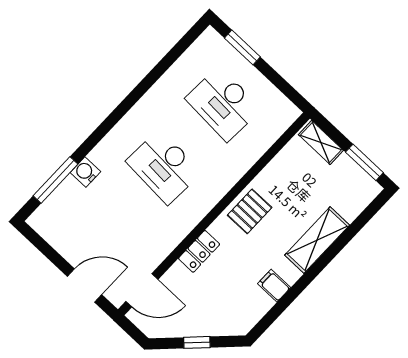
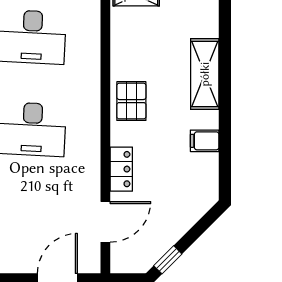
door: (142, 290) -> (105, 222), moved
window: (197, 342) -> (168, 260), moved

